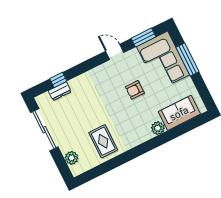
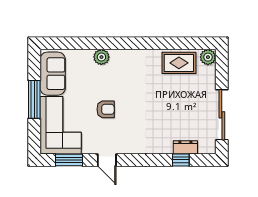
window: (187, 59) -> (34, 99), moved
sofa: (179, 113) -> (53, 74), moved, turned -90
rug: (103, 141) -> (179, 63), moved, turned 90
plant: (71, 158) -> (208, 57), moved

